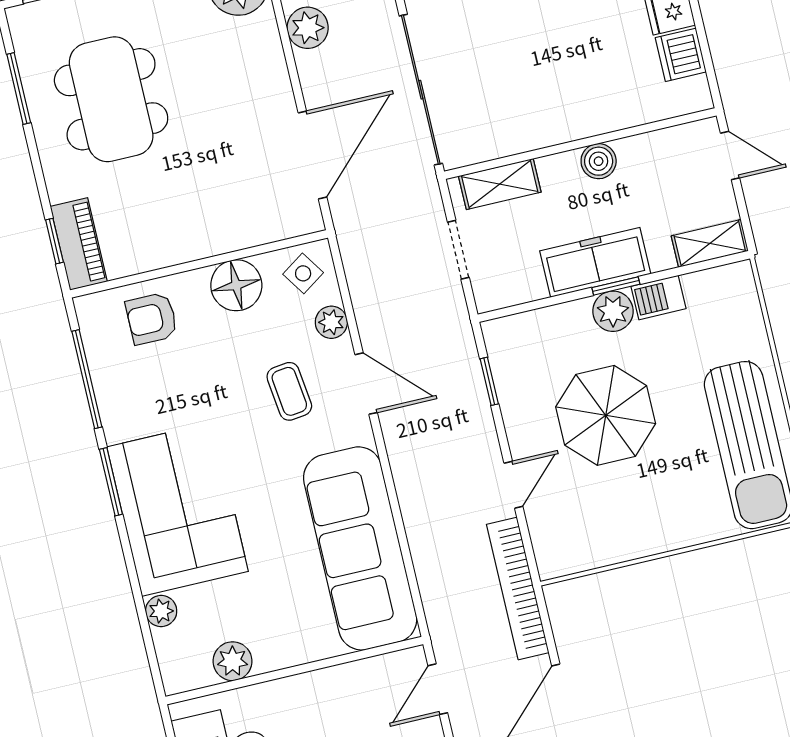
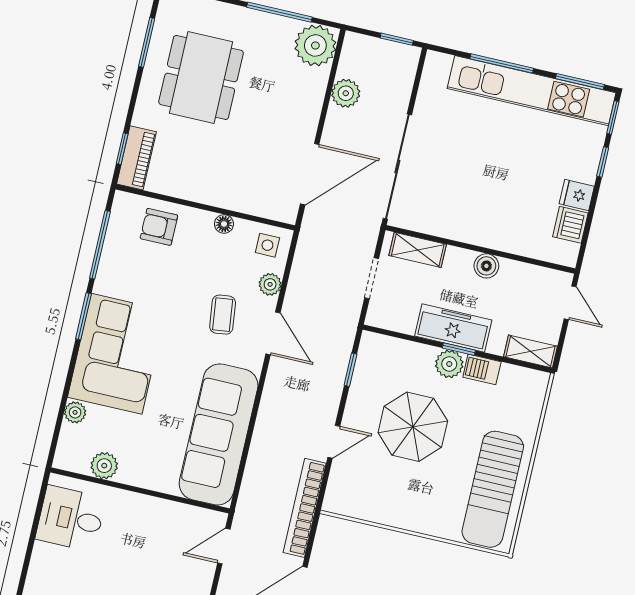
side table: (303, 273) -> (267, 245), turned 34
floor lamp: (236, 285) -> (224, 224), width x0.53, depth x0.53

